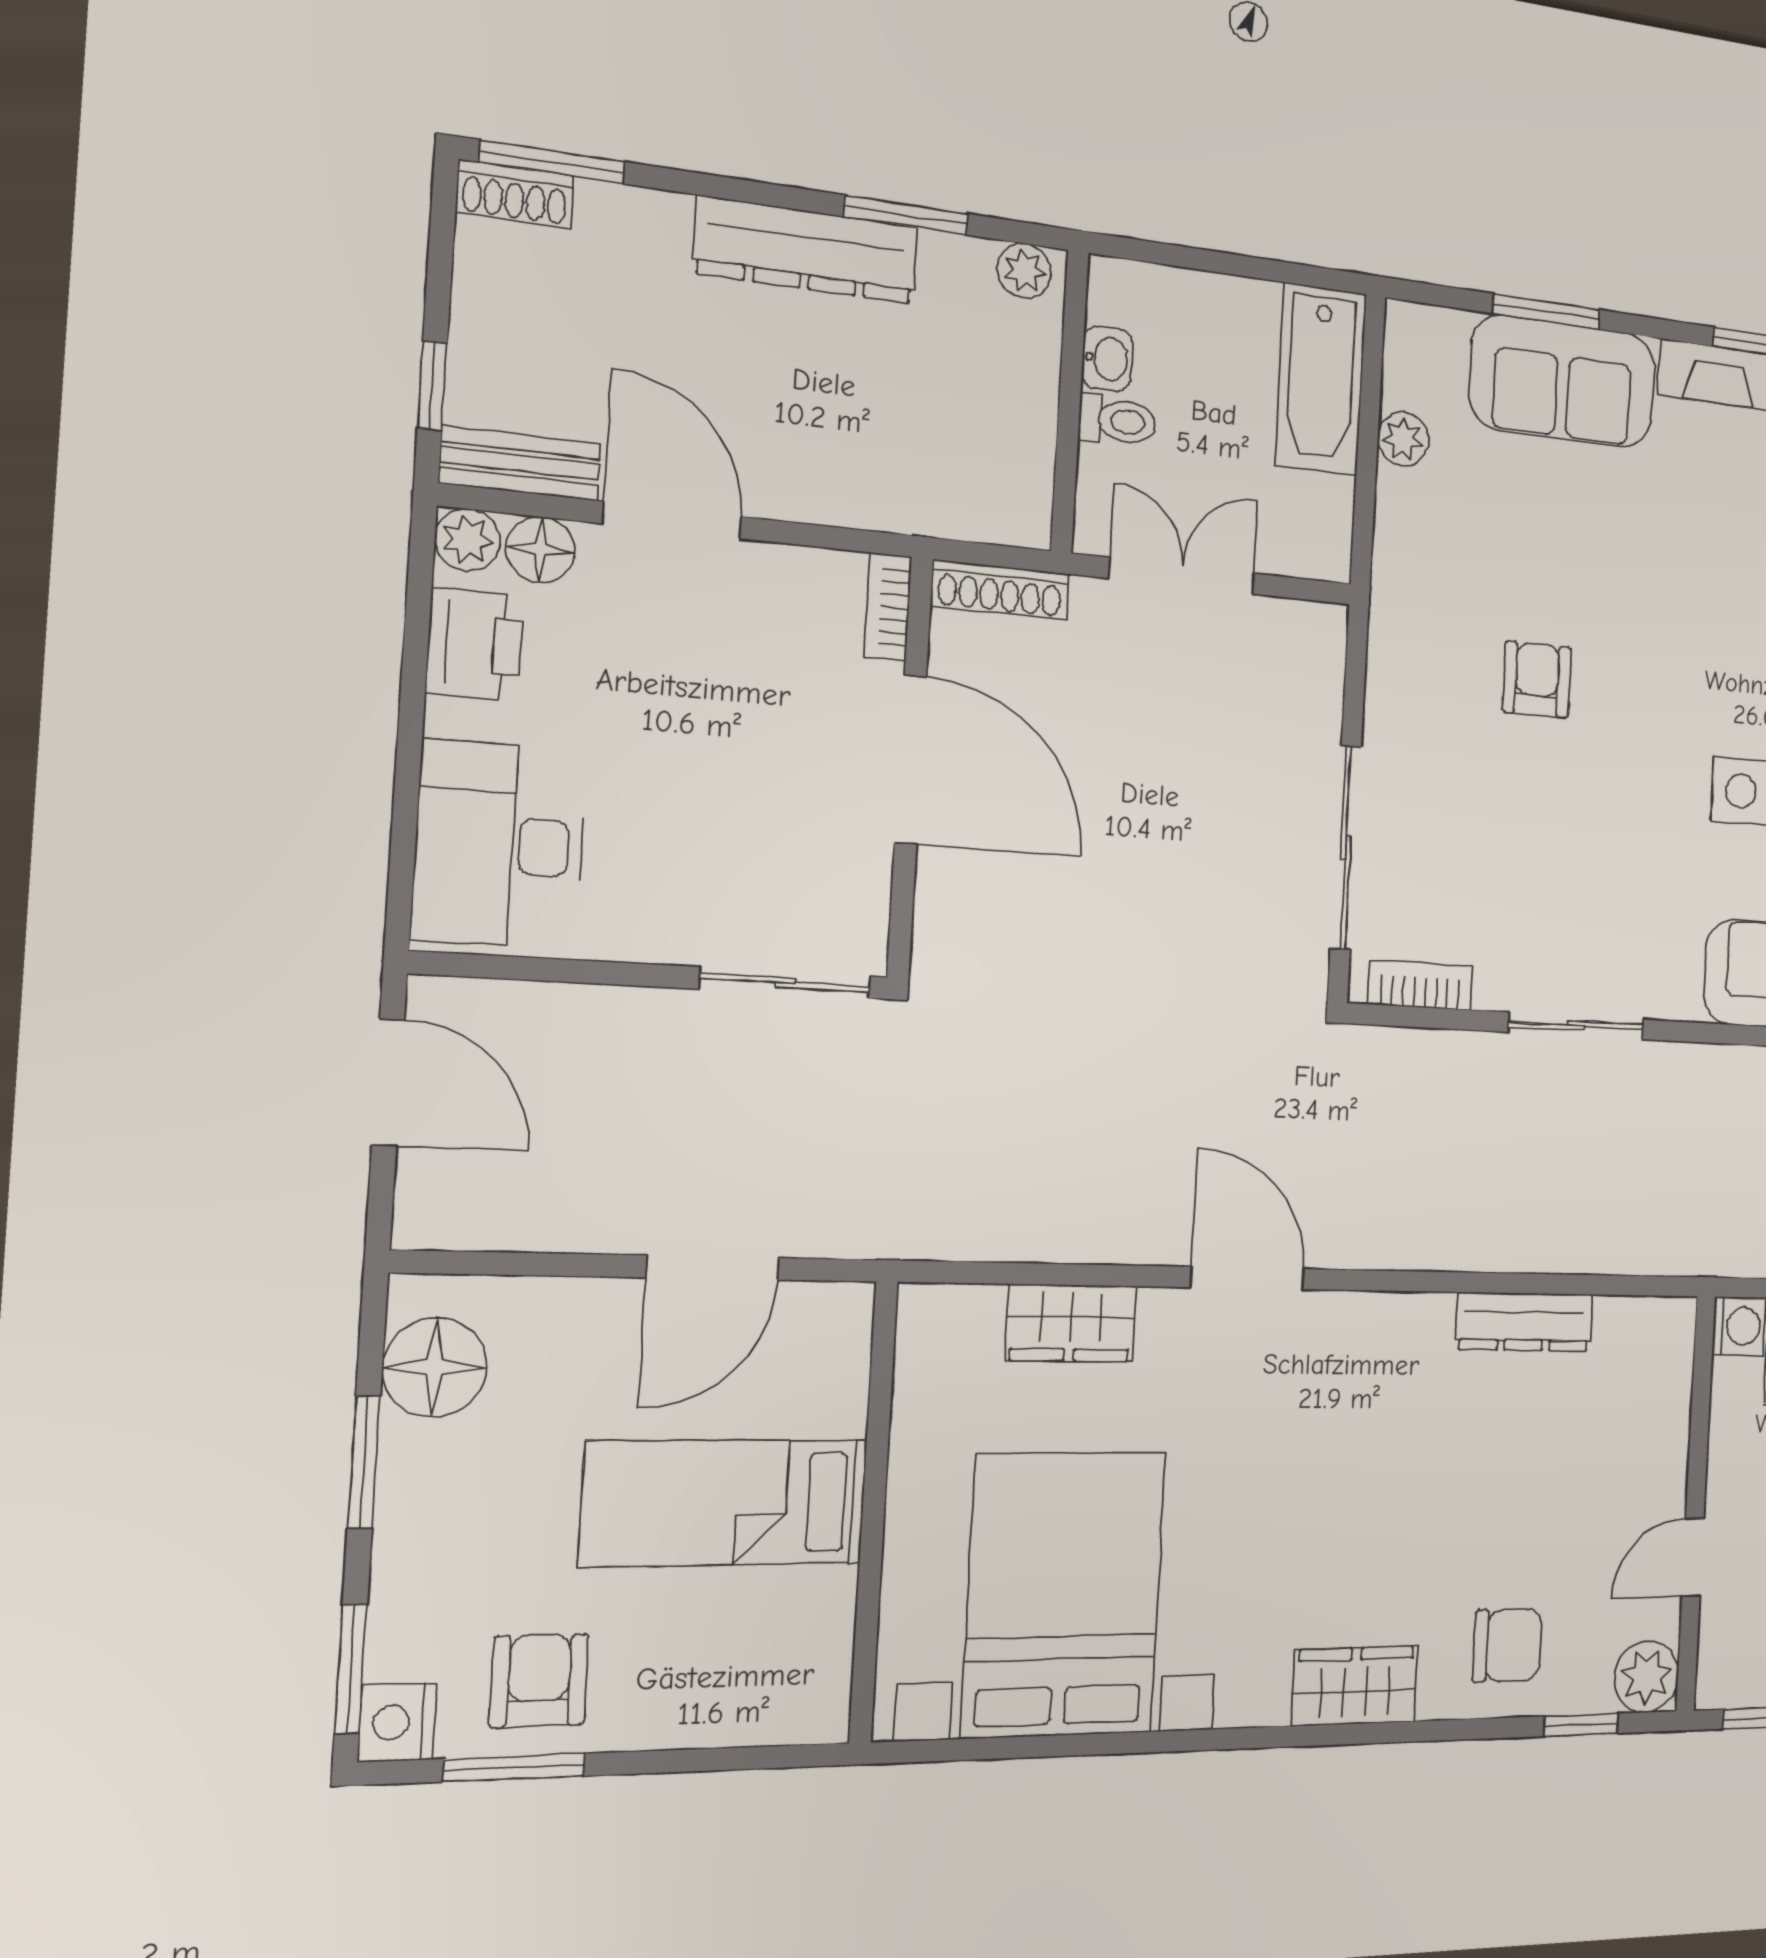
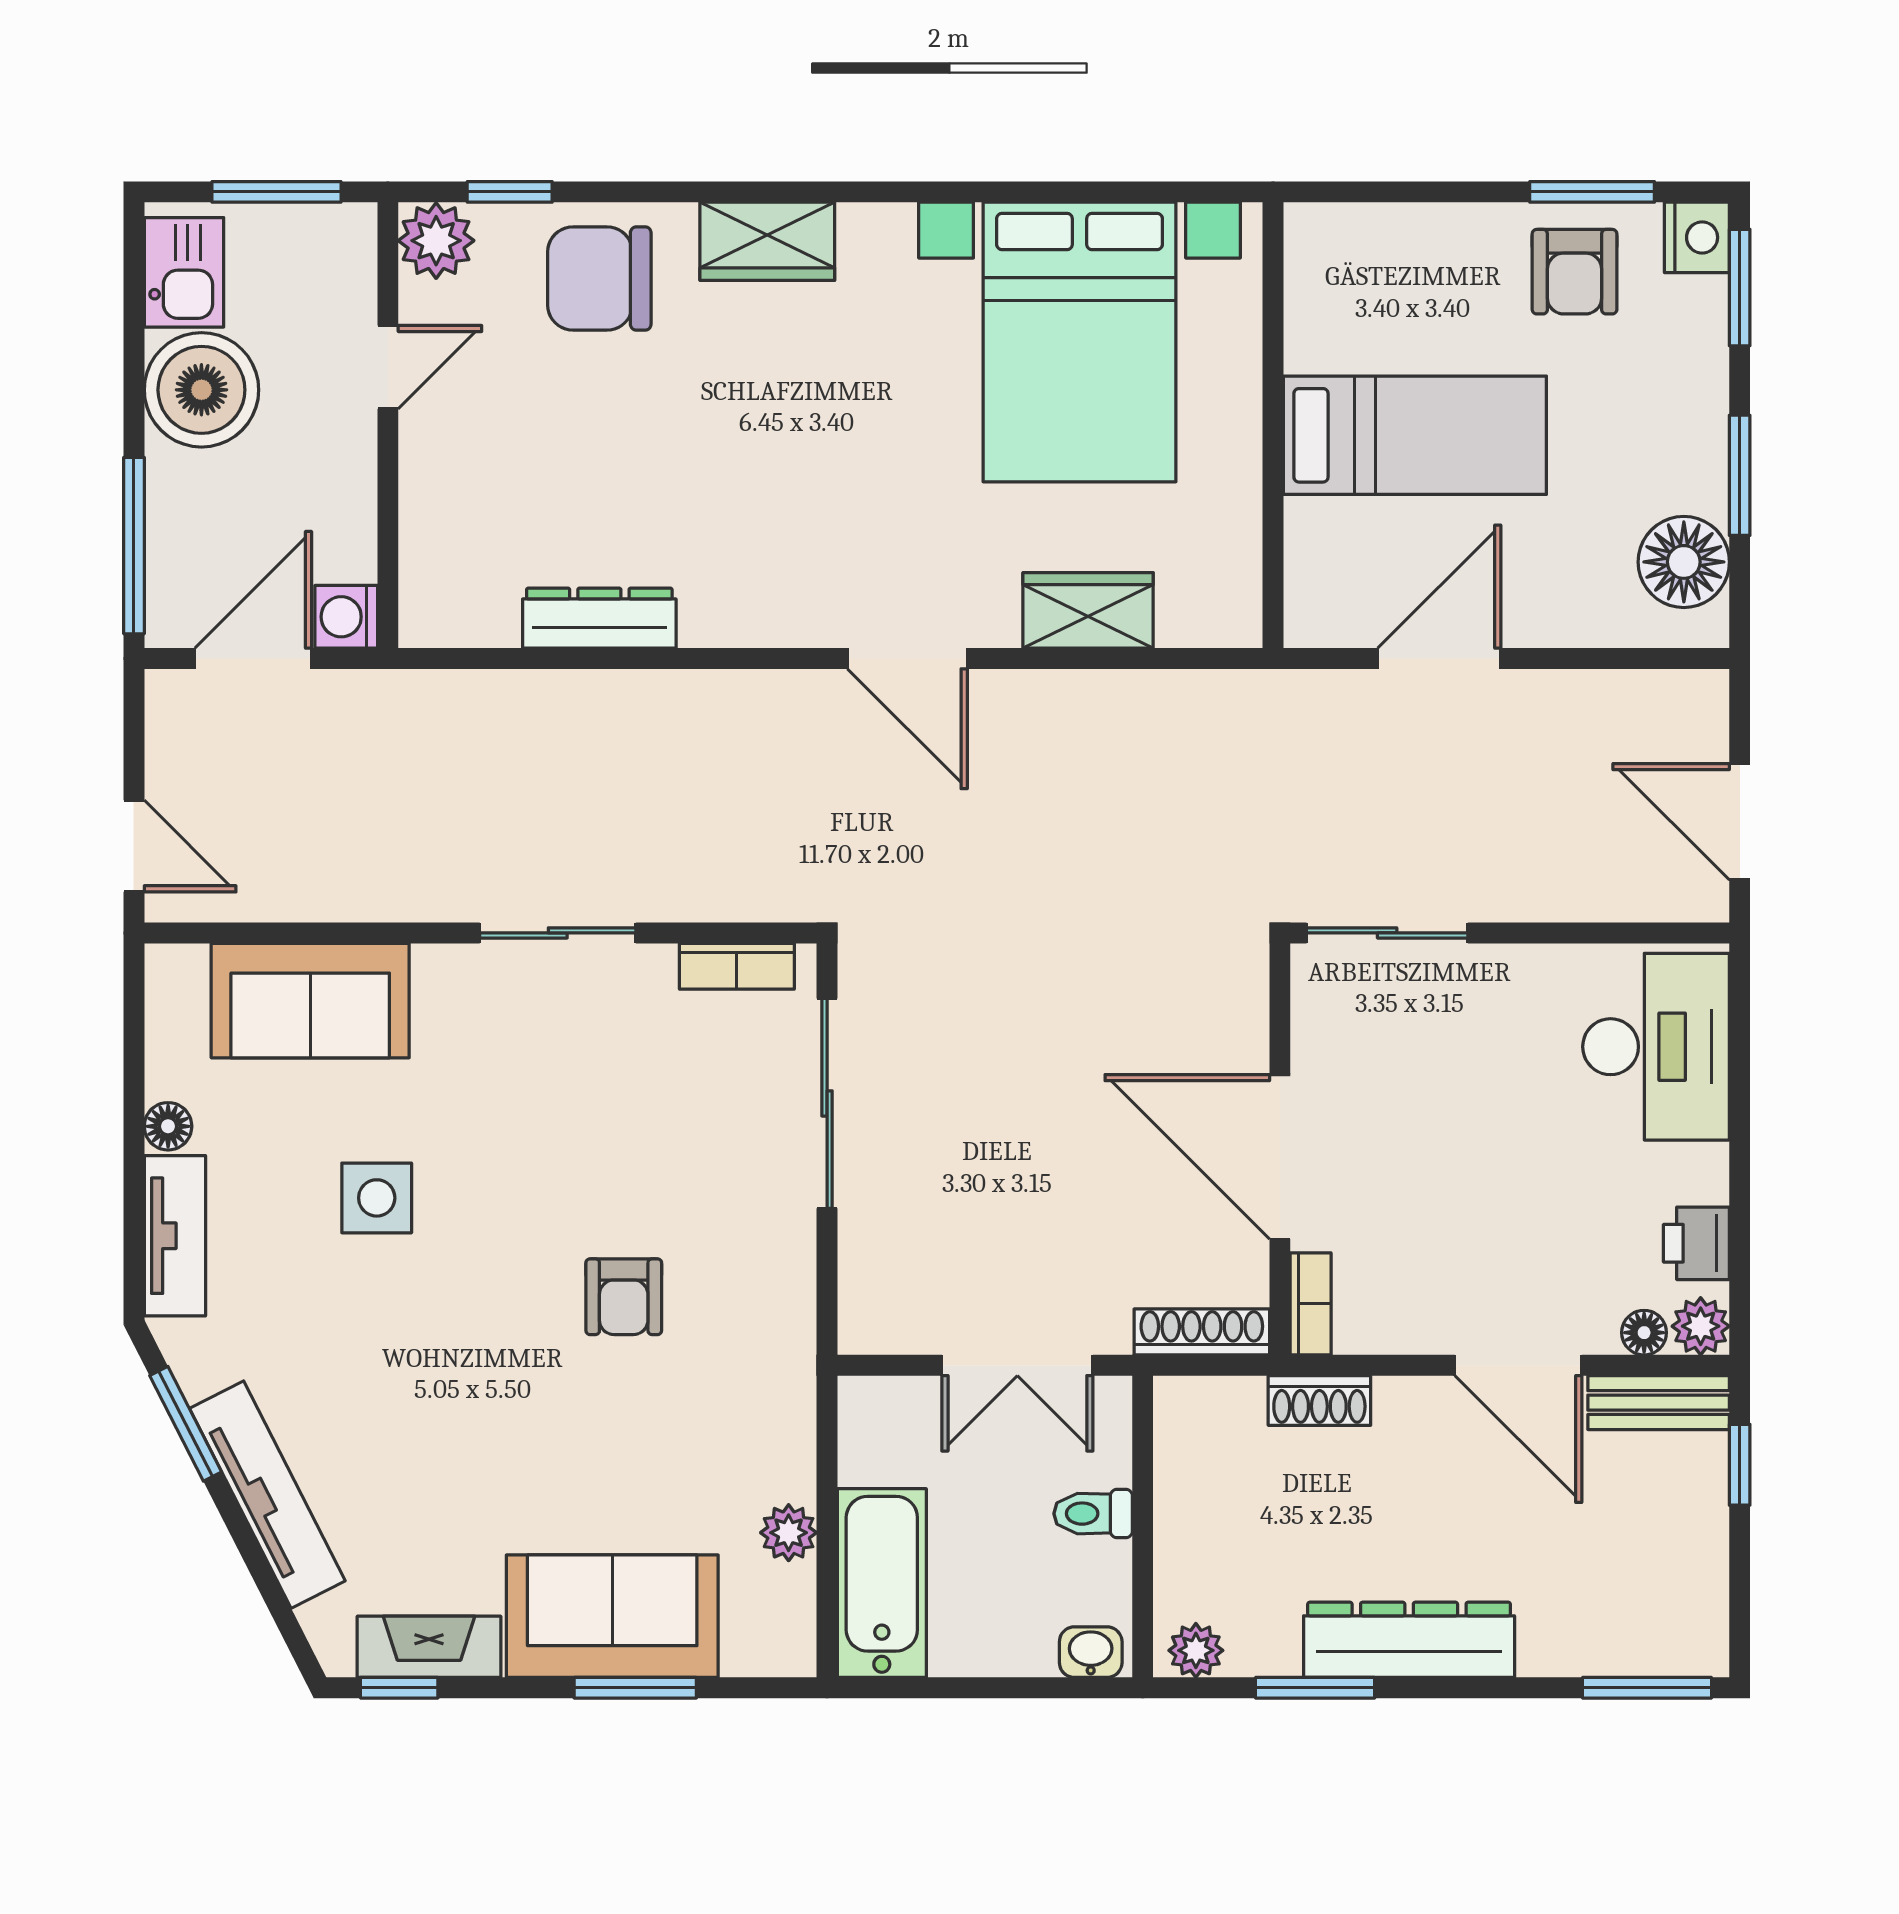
shoe rack: (515, 194) -> (1319, 1400), moved, turned 180
washbasin: (1107, 359) -> (1091, 1652), moved, turned 90
floor lamp: (540, 549) -> (1644, 1333), width x0.73, depth x0.73
printer: (475, 644) -> (1696, 1243), width x0.73, depth x0.81
chair: (1507, 1645) -> (599, 278), width x1.37, depth x1.37

